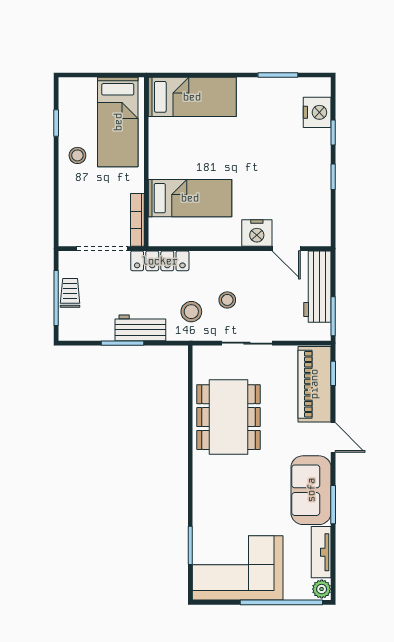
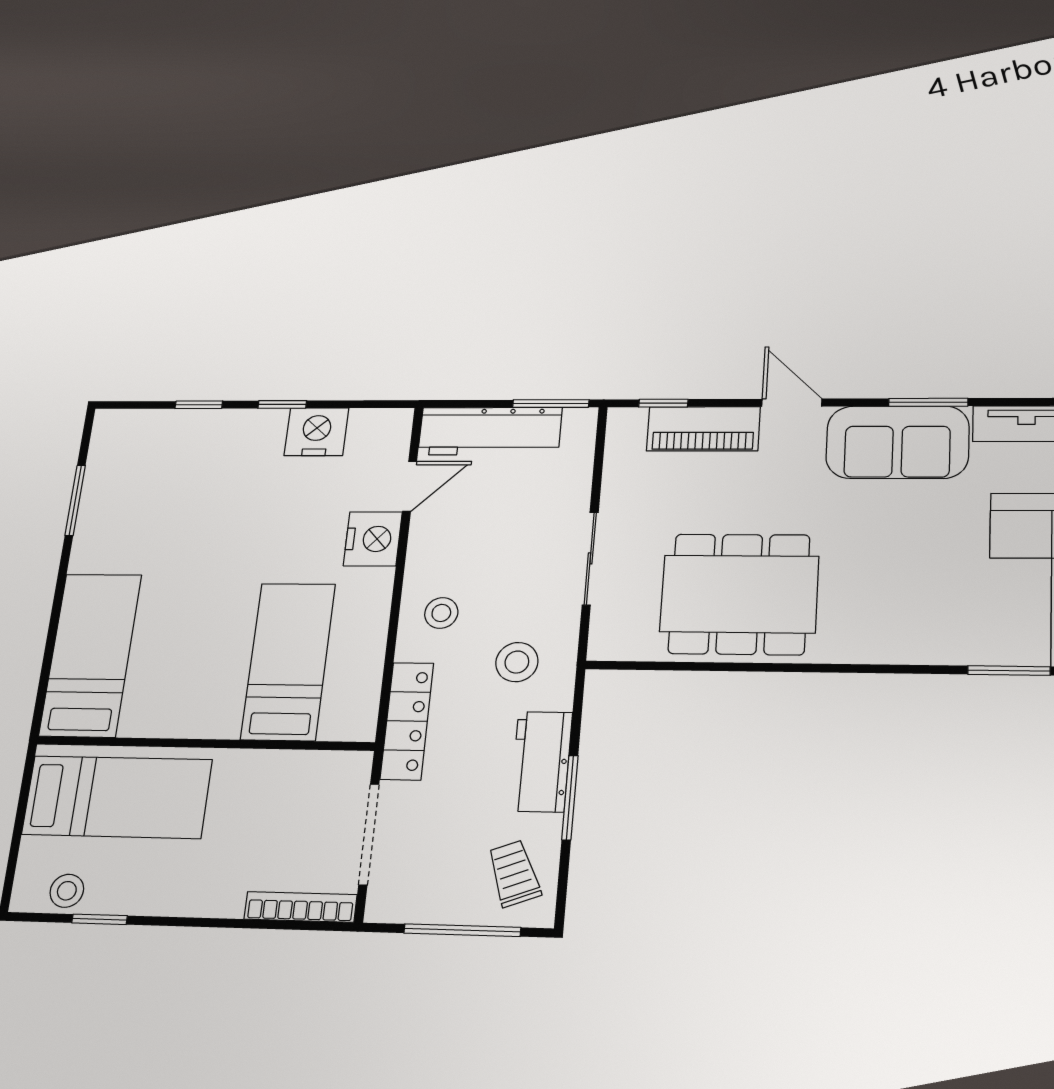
nightstand: (317, 112) -> (316, 432), moved
stool: (77, 155) -> (67, 891), moved
bookcase: (137, 220) -> (301, 907), moved, turned 180
trolley: (70, 293) -> (514, 873), moved, turned 69
stool: (227, 300) -> (441, 613), moved
piano: (314, 384) -> (703, 429), width x0.73, depth x0.75
door: (333, 438) -> (792, 403), hinge flipped

